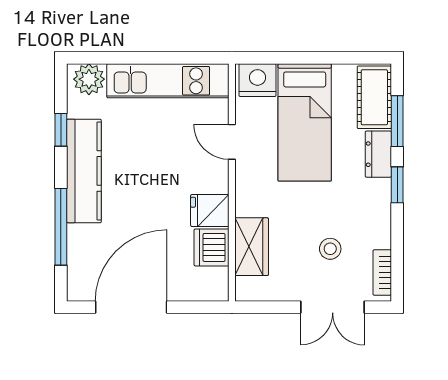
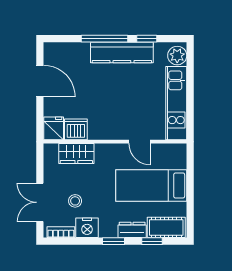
nightstand: (257, 80) -> (87, 228), moved, turned 90
window: (397, 121) -> (152, 241), width x0.67
door: (232, 142) -> (139, 142), swing flipped
fridge: (210, 210) -> (54, 128), moved
window: (61, 227) -> (104, 39), moved
door: (131, 307) -> (40, 81), width x0.73

